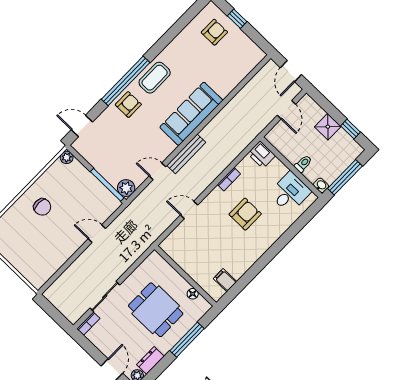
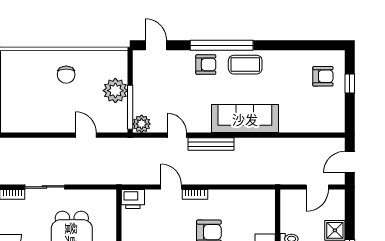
printer: (262, 155) -> (133, 199), moved, turned -90
plant: (67, 157) -> (115, 91), moved, width x1.88, depth x1.88
bookcase: (229, 179) -> (195, 194), moved

